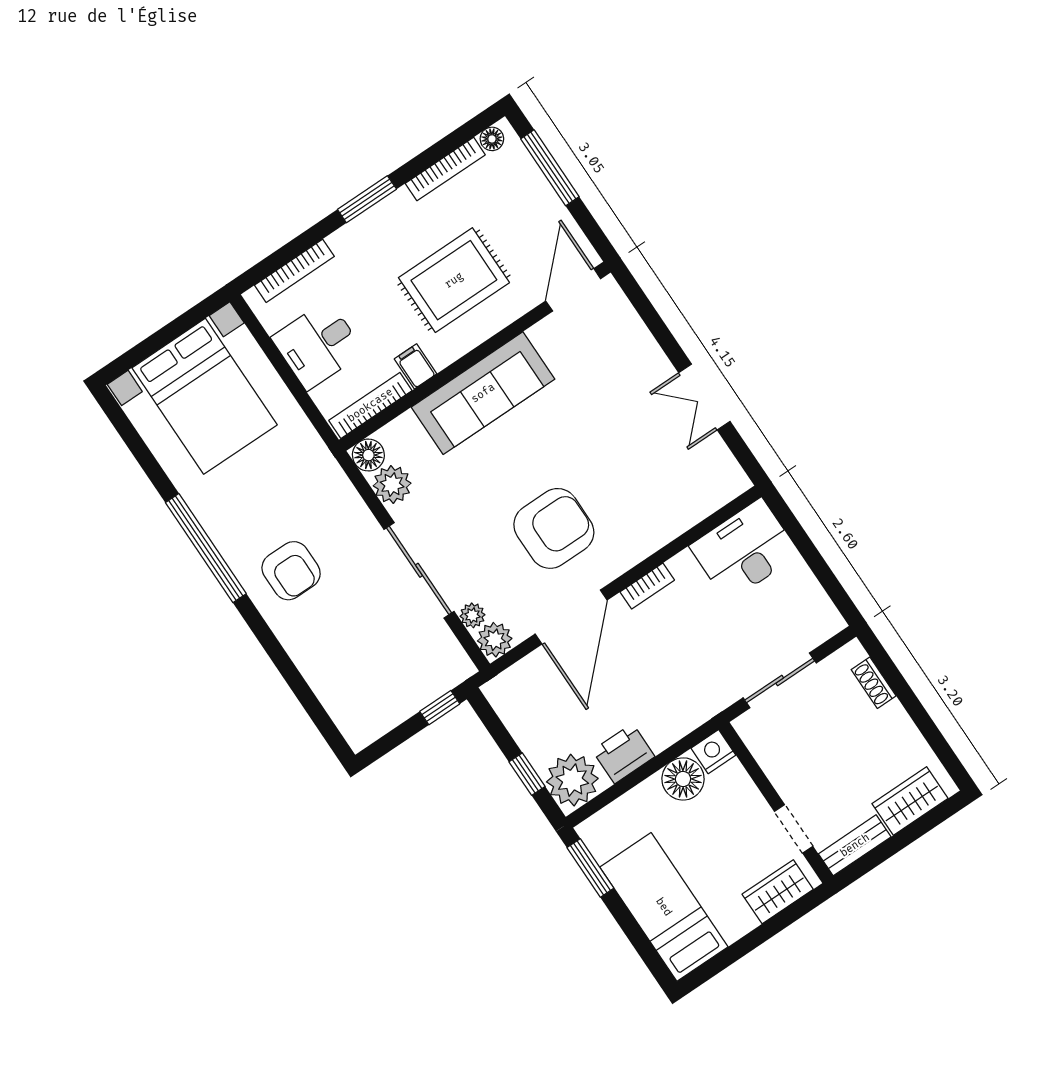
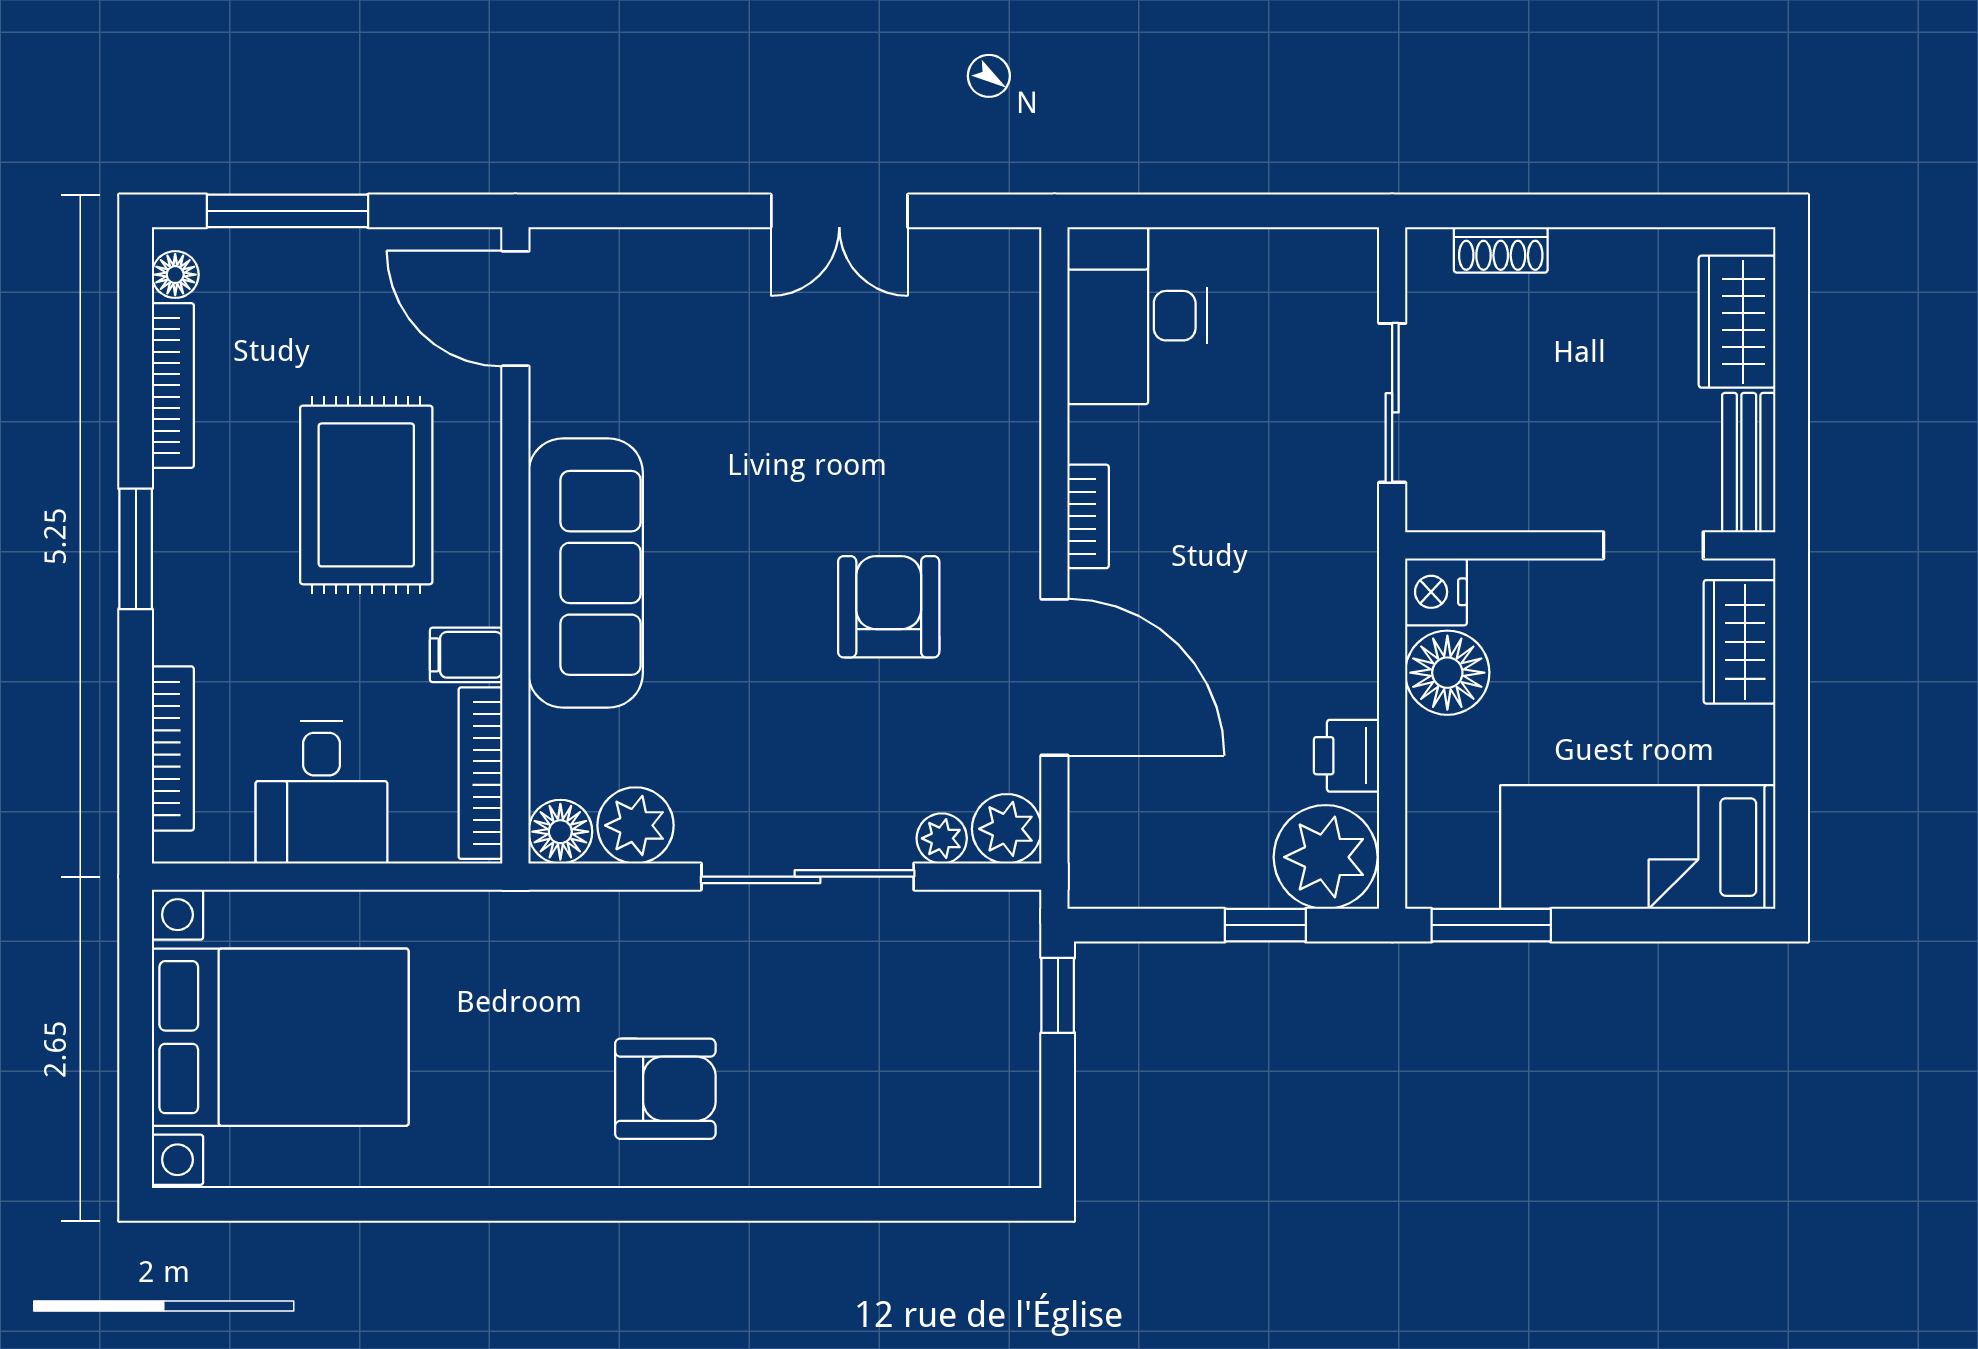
armchair: (554, 528) -> (889, 607), width x0.73, depth x0.73
window: (206, 548) -> (533, 1204), removed
printer: (624, 753) -> (1347, 756), width x0.73, depth x0.81

